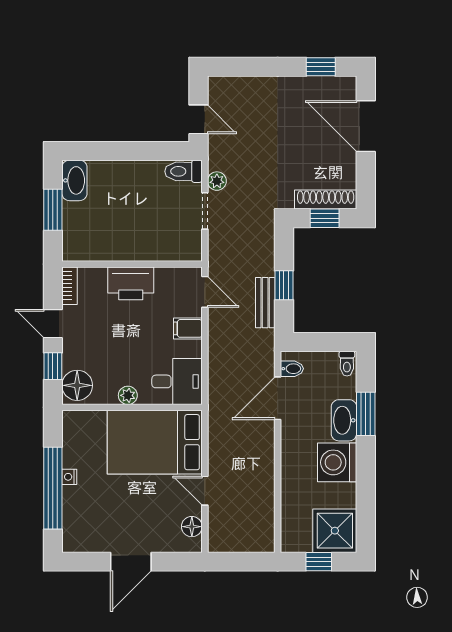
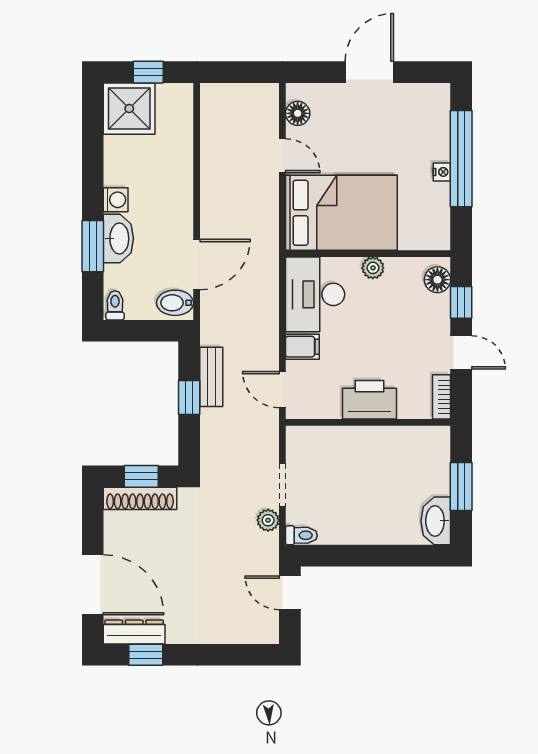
dresser: (331, 86) -> (134, 632), added
toilet: (183, 171) -> (301, 535), width x0.73, depth x0.72
bidet: (292, 369) -> (175, 303), width x1.38, depth x1.36
desk: (177, 381) -> (315, 294), width x1.37
floor lamp: (77, 385) -> (437, 280), width x0.73, depth x0.73
washing machine: (337, 462) -> (116, 200), width x0.53, depth x0.53

